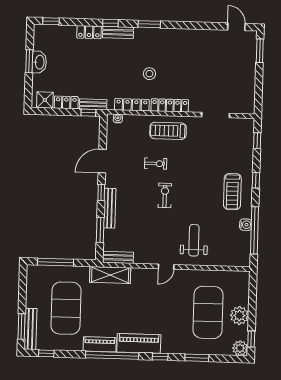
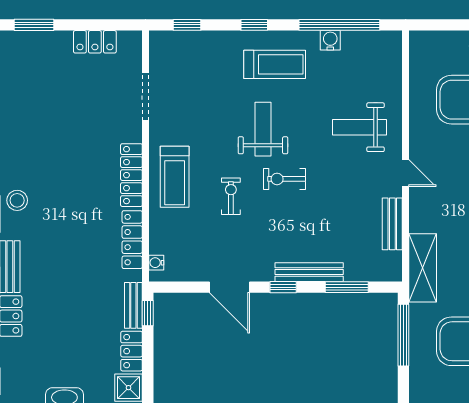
stool: (149, 74) -> (17, 200), moved
locker: (249, 86) -> (95, 42), added
weight bench: (195, 184) -> (263, 129), added
bench: (118, 257) -> (392, 224), moved
window: (56, 262) -> (403, 335), moved

